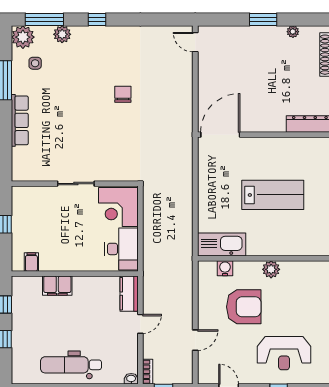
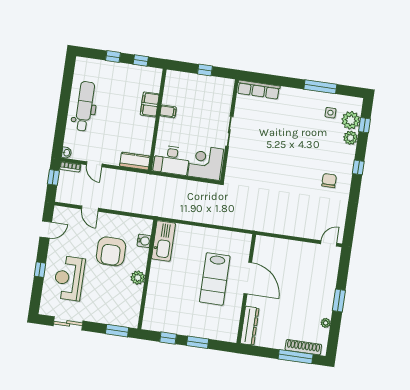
window: (44, 19) -> (364, 125), width x0.46
plant: (23, 37) -> (351, 120), moved
chair: (123, 94) -> (329, 181), moved, turned -90
row of seats: (20, 120) -> (259, 90), moved
door: (220, 135) -> (248, 278), moved
lab bench: (273, 195) -> (215, 279), moved
filing cabinet: (31, 262) -> (168, 111), moved
door: (140, 324) -> (94, 164), moved

